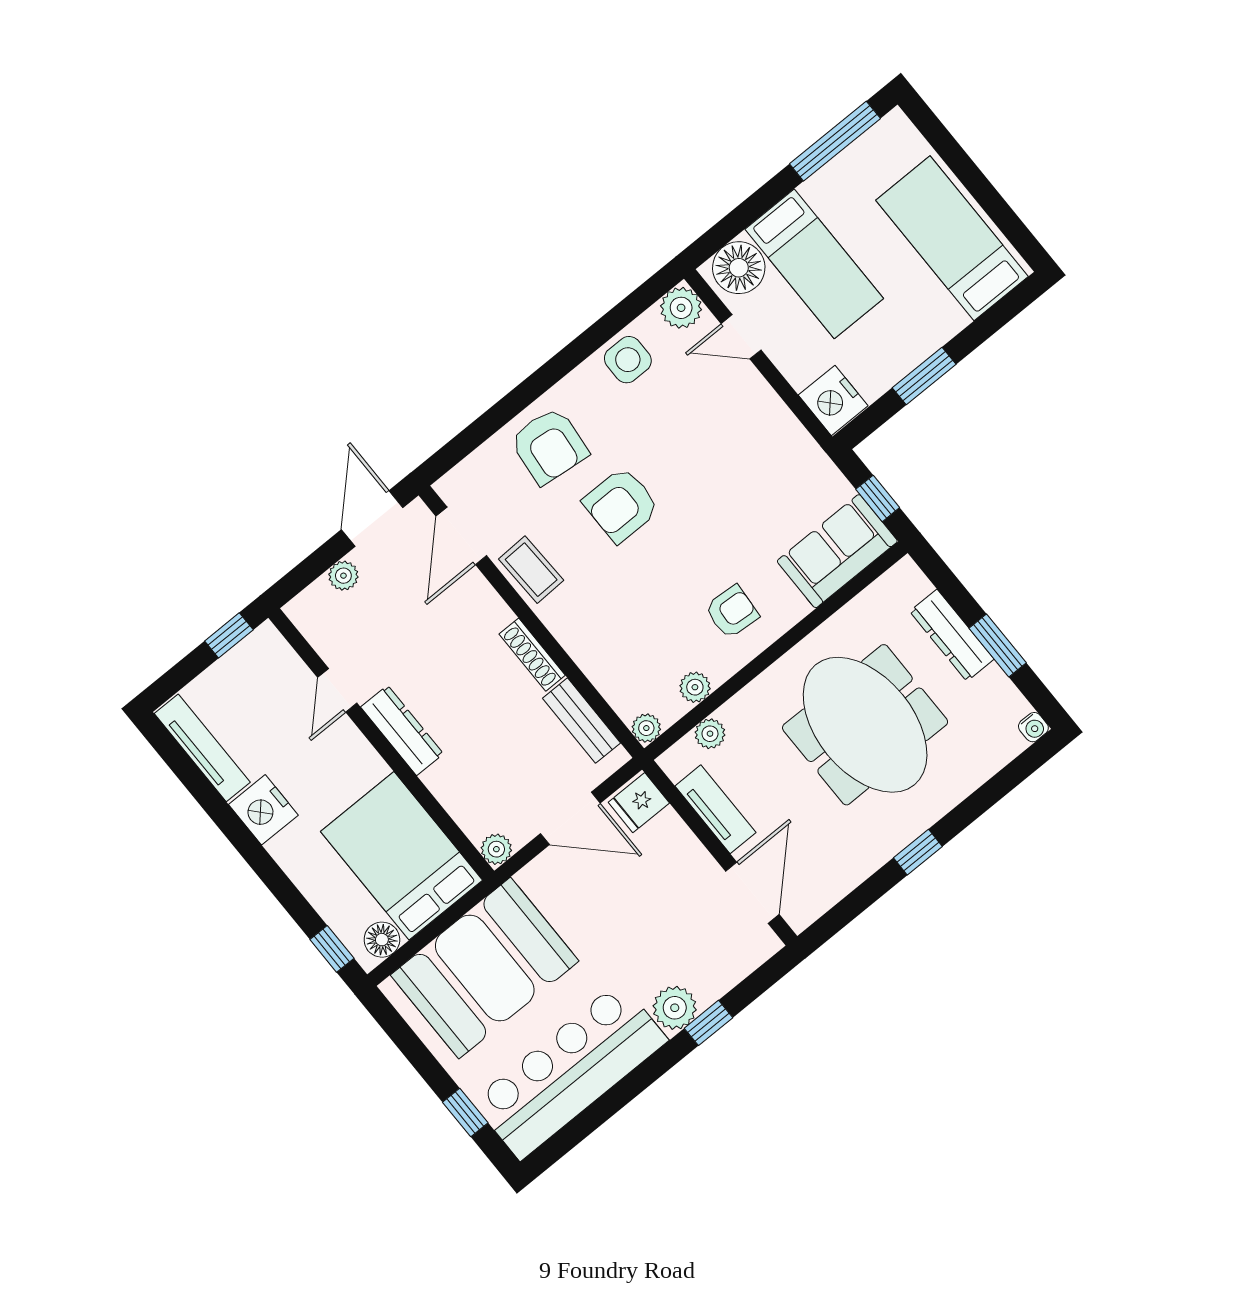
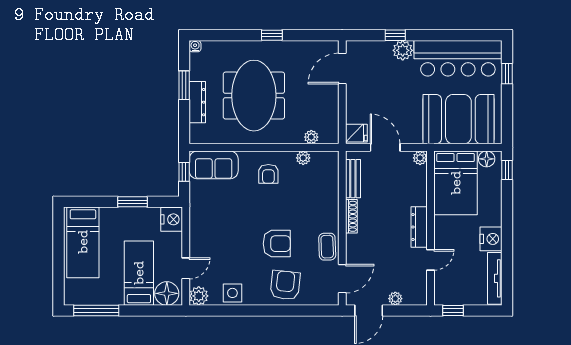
door: (741, 337) -> (186, 268), hinge flipped
armchair: (732, 612) -> (268, 174), turned -94
plant: (646, 728) -> (332, 157), removed
tv unit: (715, 809) -> (331, 109), removed

